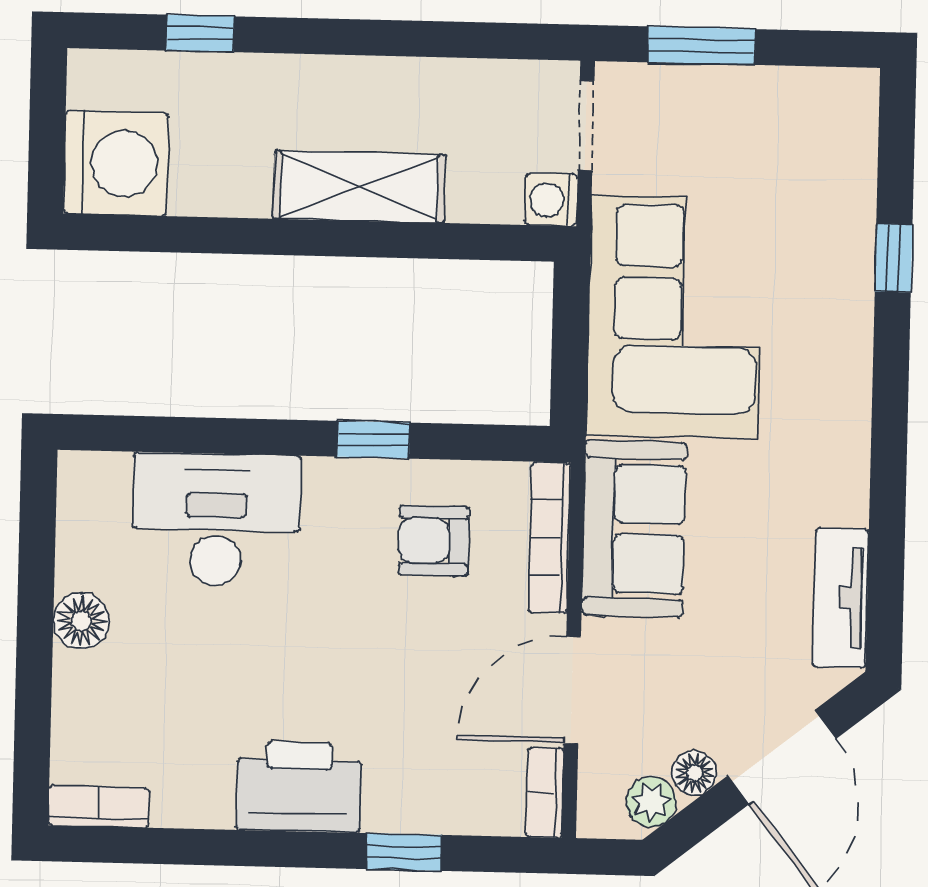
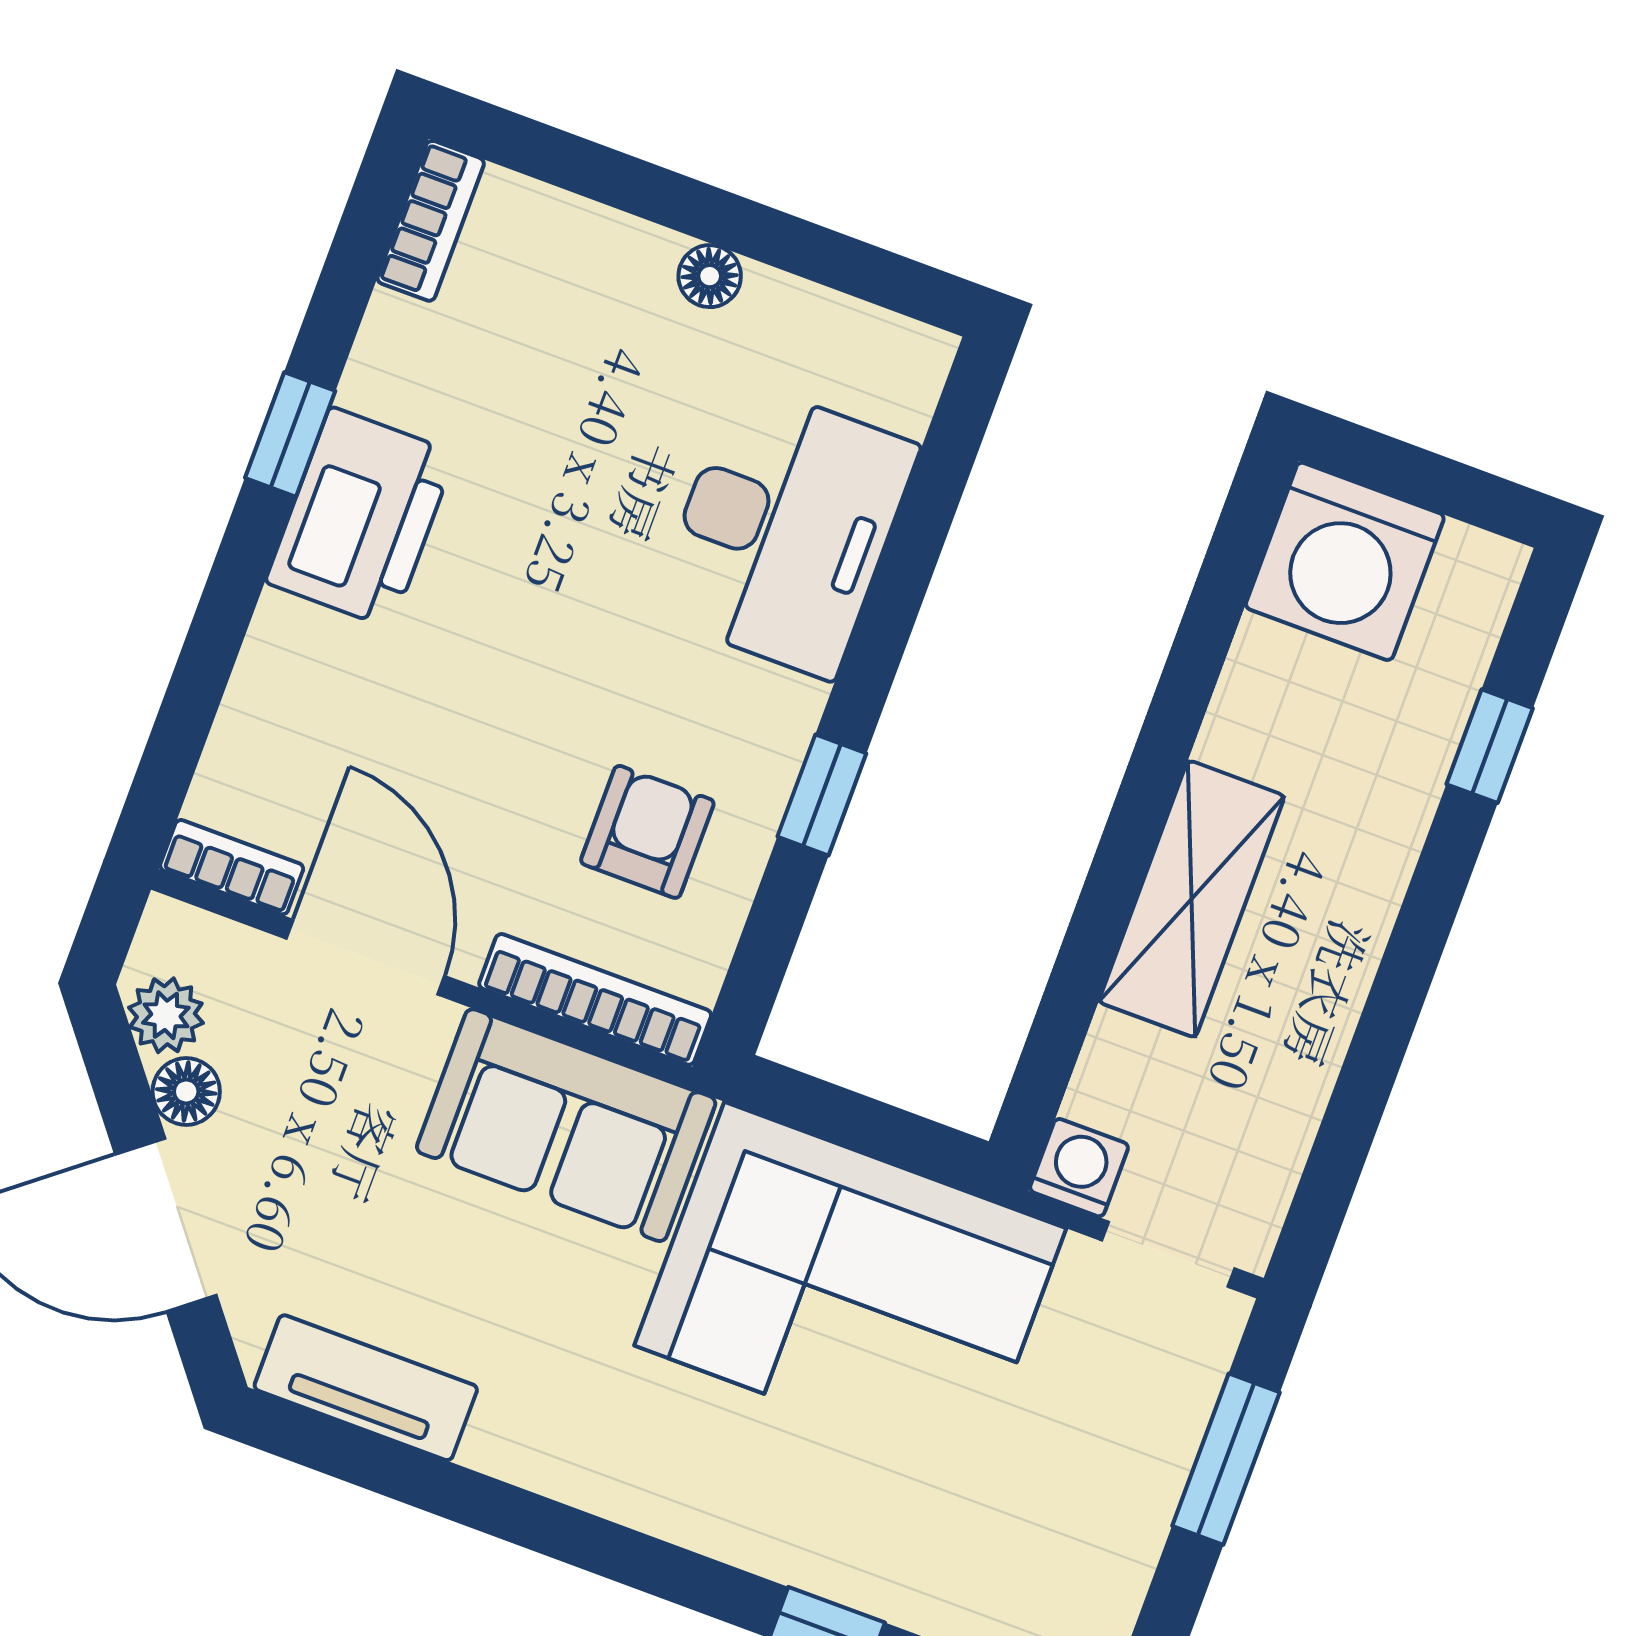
floor lamp: (81, 621) -> (710, 276), width x0.73, depth x0.73
window: (404, 852) -> (290, 434), moved

